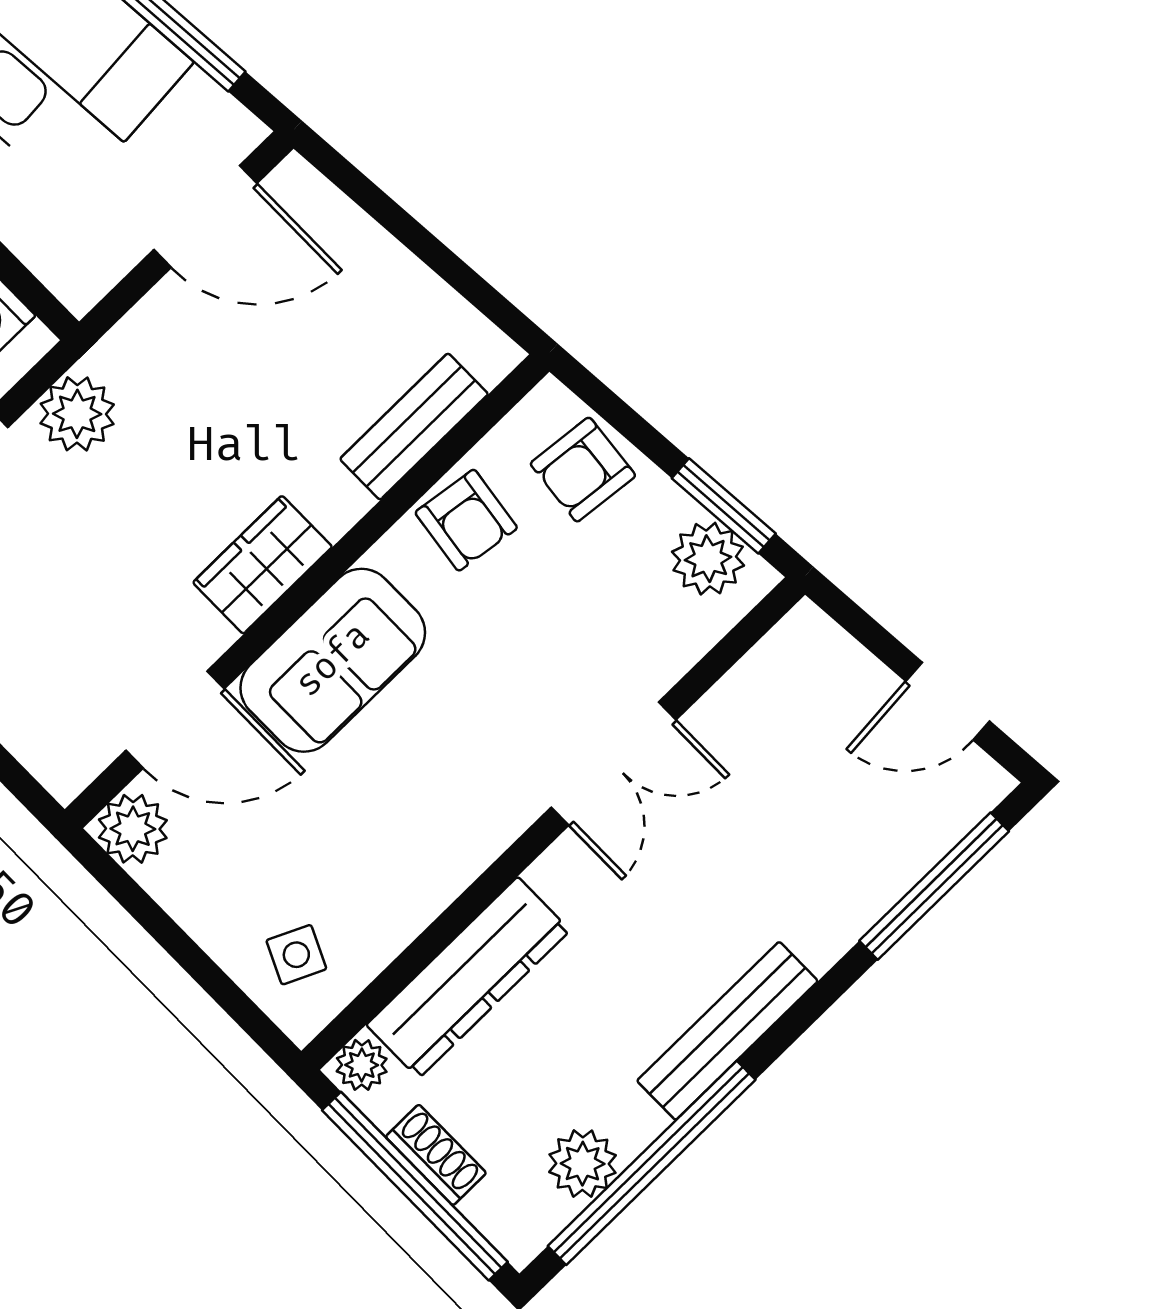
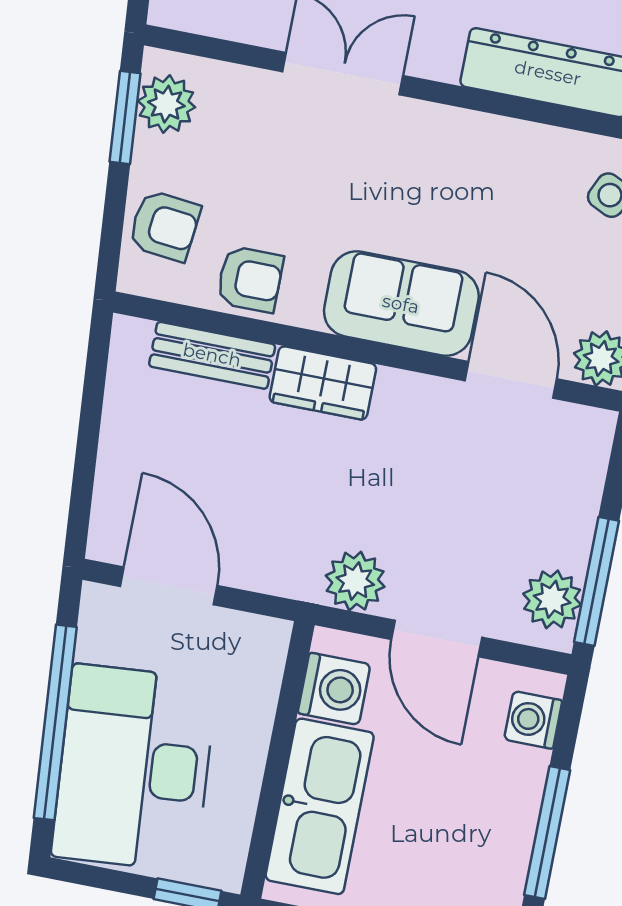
armchair: (466, 520) -> (250, 279), turned 82
wardrobe: (263, 565) -> (323, 383), moved

